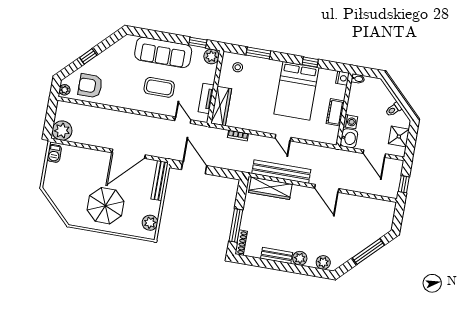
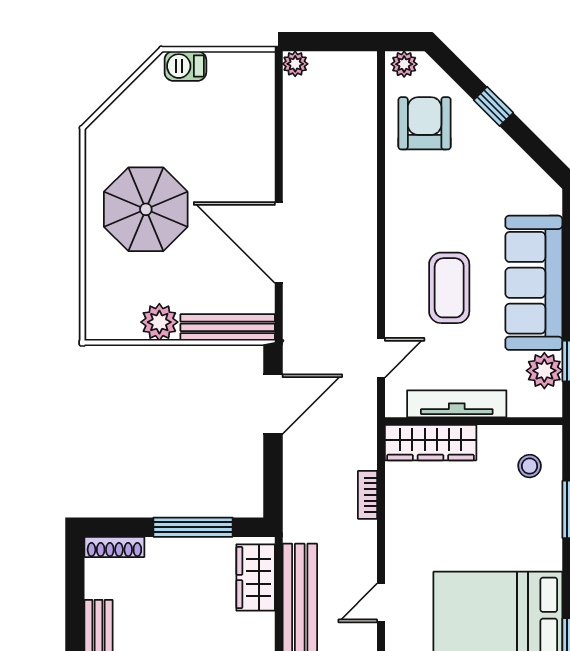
plant: (211, 56) -> (544, 371), moved
tv unit: (206, 98) -> (457, 404), width x1.41
plant: (62, 131) -> (295, 64), width x0.53, depth x0.53
barbecue: (54, 153) -> (185, 66), moved
wardrobe: (270, 188) -> (256, 578), width x0.67
plant: (150, 223) -> (159, 322), moved
window: (236, 226) -> (193, 527), moved

